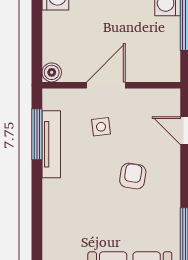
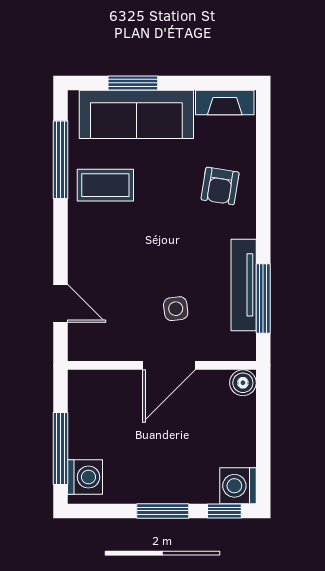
armchair: (133, 176) -> (220, 186), moved
coffee table: (153, 217) -> (105, 185), added

